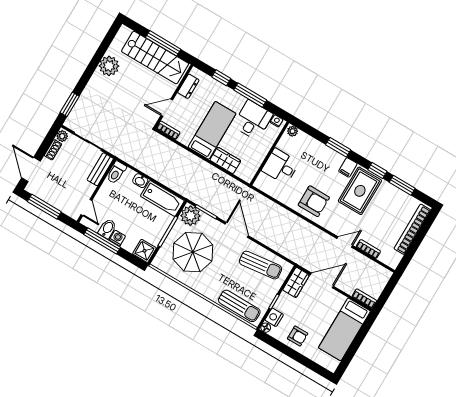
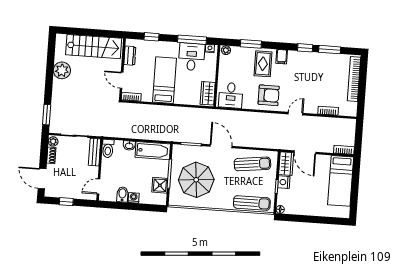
window: (163, 43) -> (94, 33), removed
window: (250, 95) -> (192, 40), moved
door: (167, 108) -> (122, 80), hinge flipped
window: (338, 147) -> (251, 44), moved
wardrobe: (225, 160) -> (208, 93), moved, turned -90
desk: (280, 166) -> (231, 95), moved, turned -90
rug: (360, 191) -> (263, 64), moved, width x0.73, depth x0.70
window: (44, 207) -> (66, 202), width x0.46
door: (86, 208) -> (98, 186), swing flipped
plant: (191, 216) -> (181, 153), removed
window: (102, 241) -> (123, 206), removed
door: (345, 242) -> (296, 114), moved
shower: (144, 251) -> (160, 185), moved
door: (322, 280) -> (305, 152), swing flipped
nightstand: (274, 317) -> (284, 182), moved
armchair: (298, 336) -> (308, 204), removed

